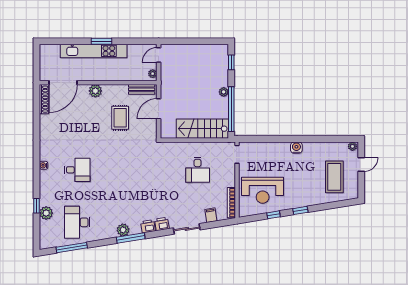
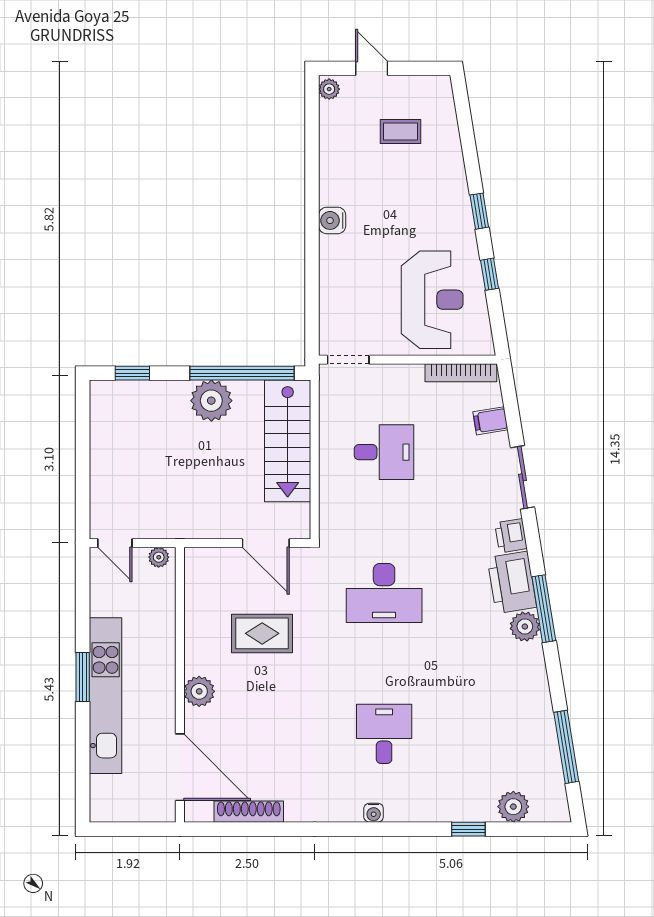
bench: (142, 89) -> (196, 583), removed
plant: (224, 92) -> (211, 401), width x1.88, depth x1.88
shoe rack: (44, 99) -> (249, 812), moved
door: (159, 109) -> (266, 543), moved
coffee table: (334, 177) -> (401, 132), width x0.54, depth x0.58
plant: (46, 213) -> (513, 807), moved
desk: (77, 222) -> (384, 593), moved
printer: (148, 226) -> (512, 582), width x1.87, depth x1.48

